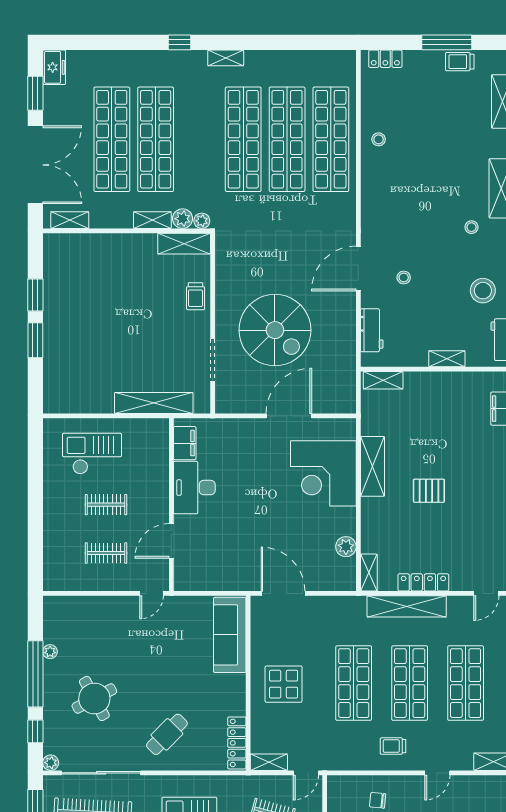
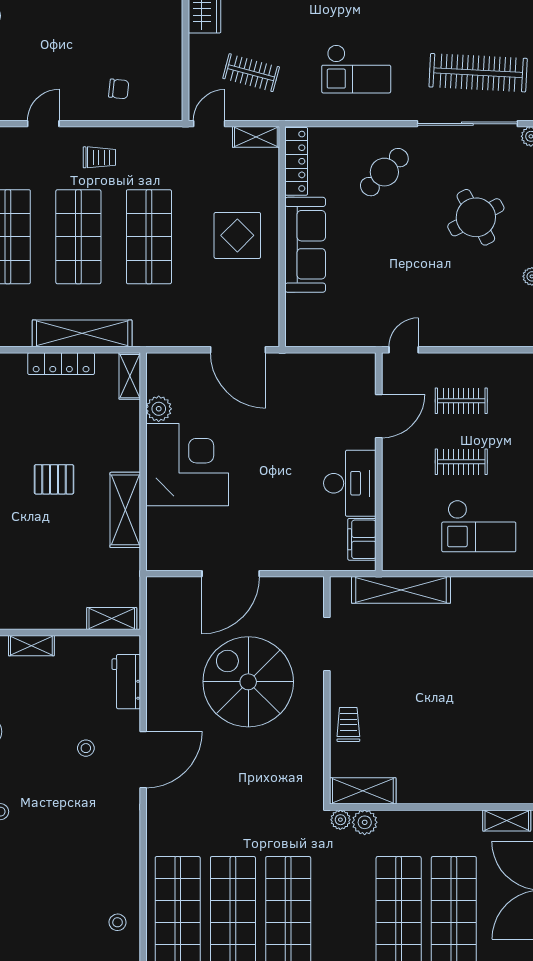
shelving: (152, 220) -> (403, 820), removed
corner desk: (323, 473) -> (187, 465), moved
sofa: (230, 635) -> (305, 245), moved

